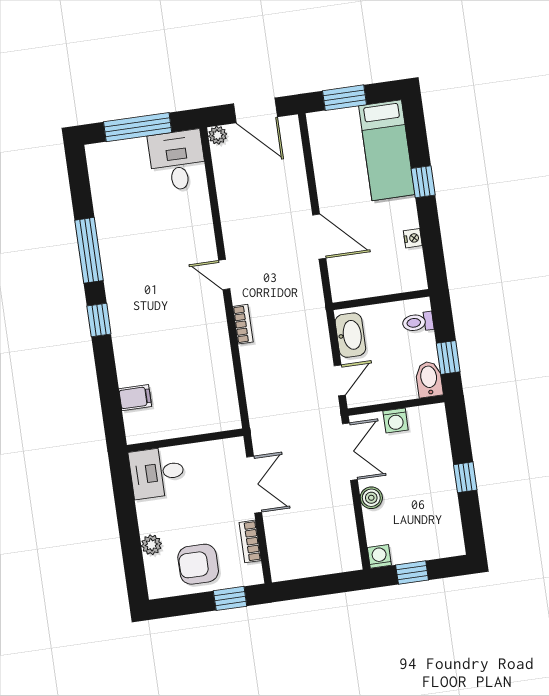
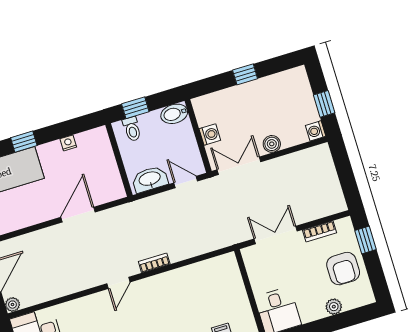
window: (448, 358) -> (135, 108), moved

